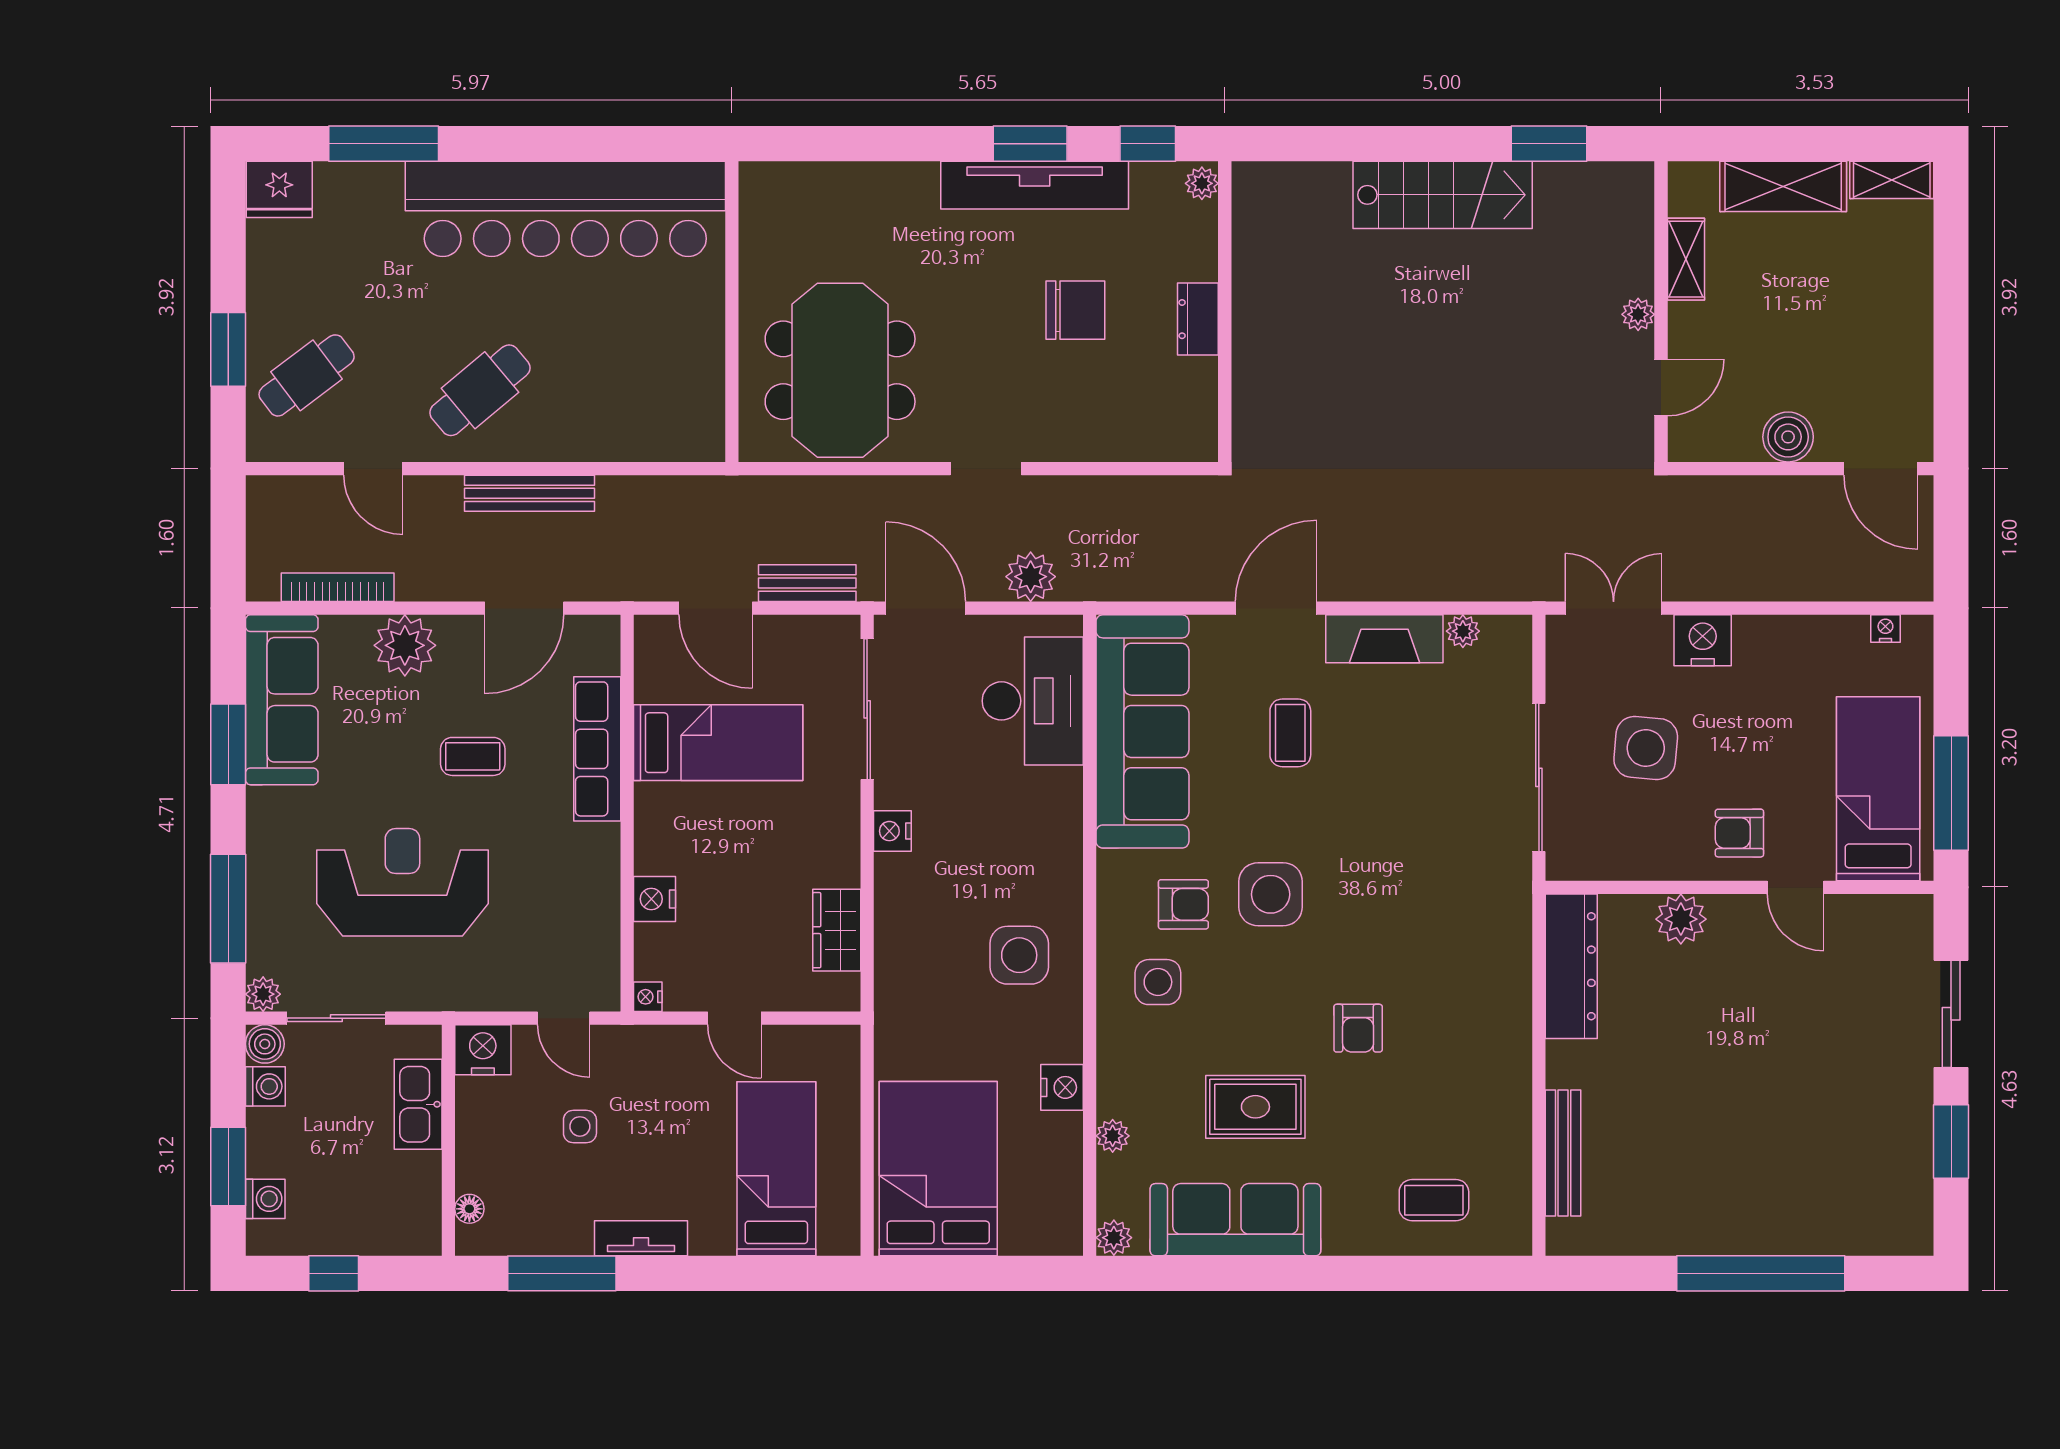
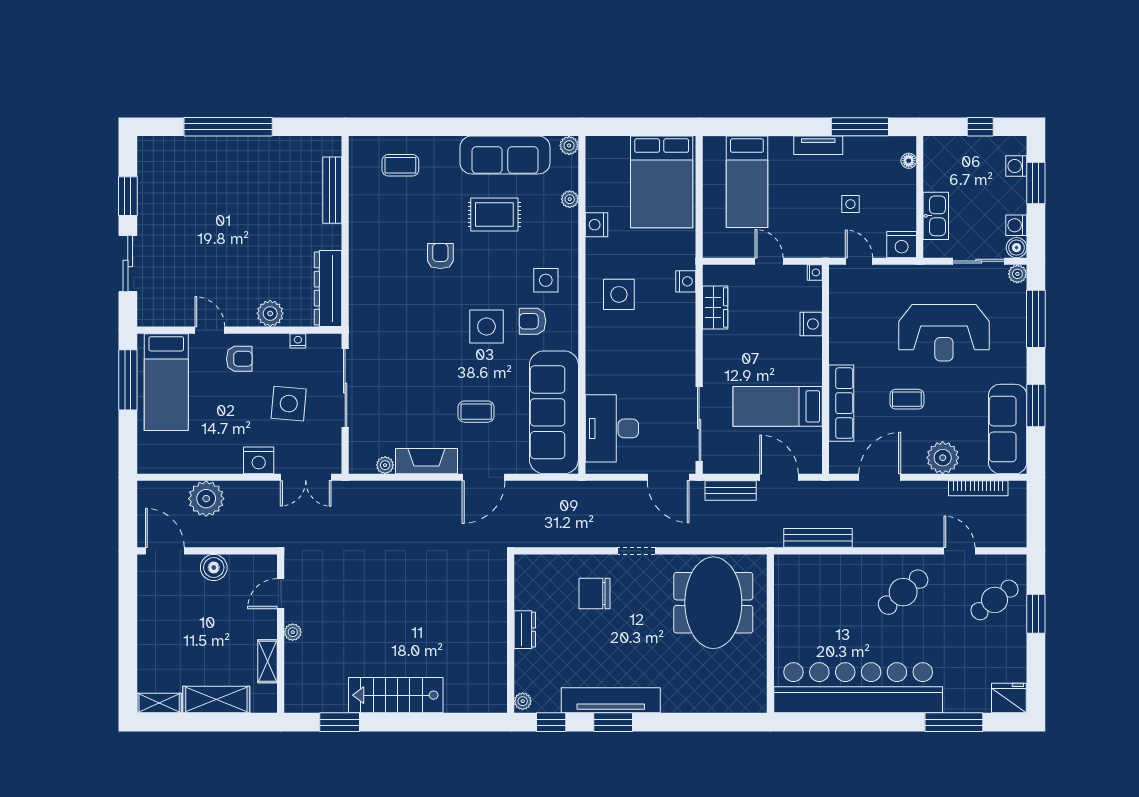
chair: (1075, 310) -> (595, 593), moved
bench: (529, 493) -> (818, 538), moved
plant: (1031, 577) -> (206, 499), moved, width x1.36, depth x1.36
nightstand: (1885, 628) -> (298, 341), moved, turned 180
coffee table: (1290, 733) -> (476, 412), turned 90
nightstand: (892, 831) -> (686, 281), moved

